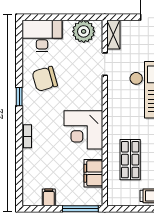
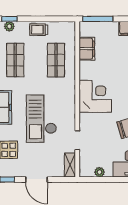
plant: (84, 31) -> (99, 172), width x0.53, depth x0.53
corner desk: (83, 130) -> (95, 96), moved

